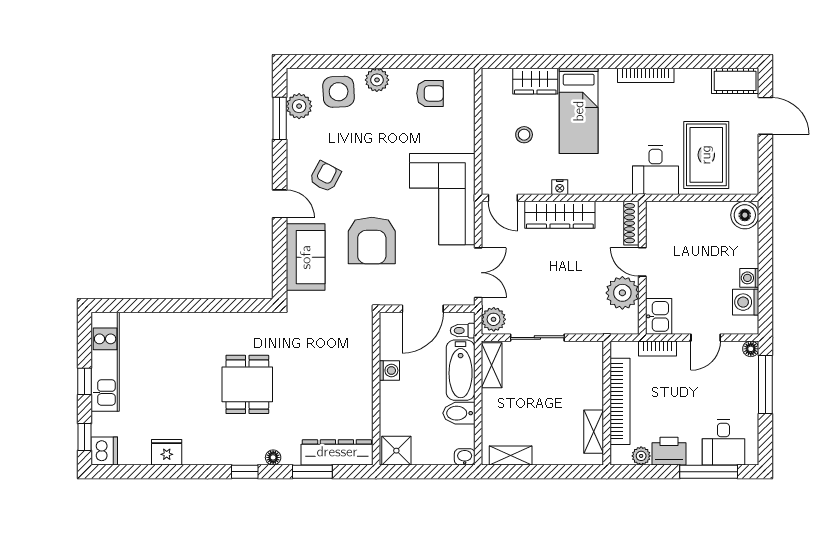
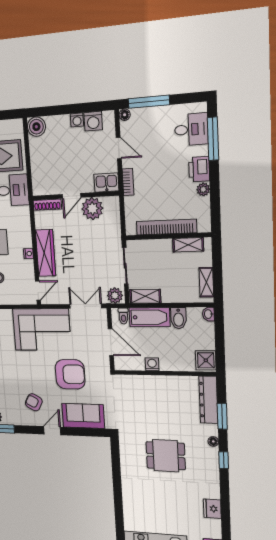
bookcase: (620, 401) -> (166, 227), moved
wall: (607, 403) -> (168, 236), moved
shelving: (594, 432) -> (188, 245), moved

